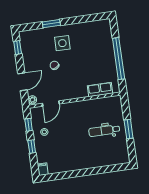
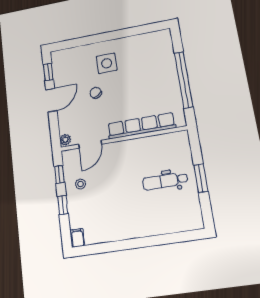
window: (51, 24) -> (92, 39), removed
door: (22, 82) -> (51, 100), moved
row of seats: (100, 89) -> (141, 126), width x2.02

